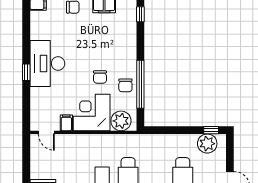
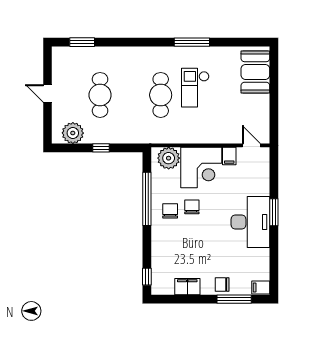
window: (26, 72) -> (274, 212), width x1.50
chair: (125, 85) -> (170, 211), moved
window: (211, 130) -> (101, 148), moved

